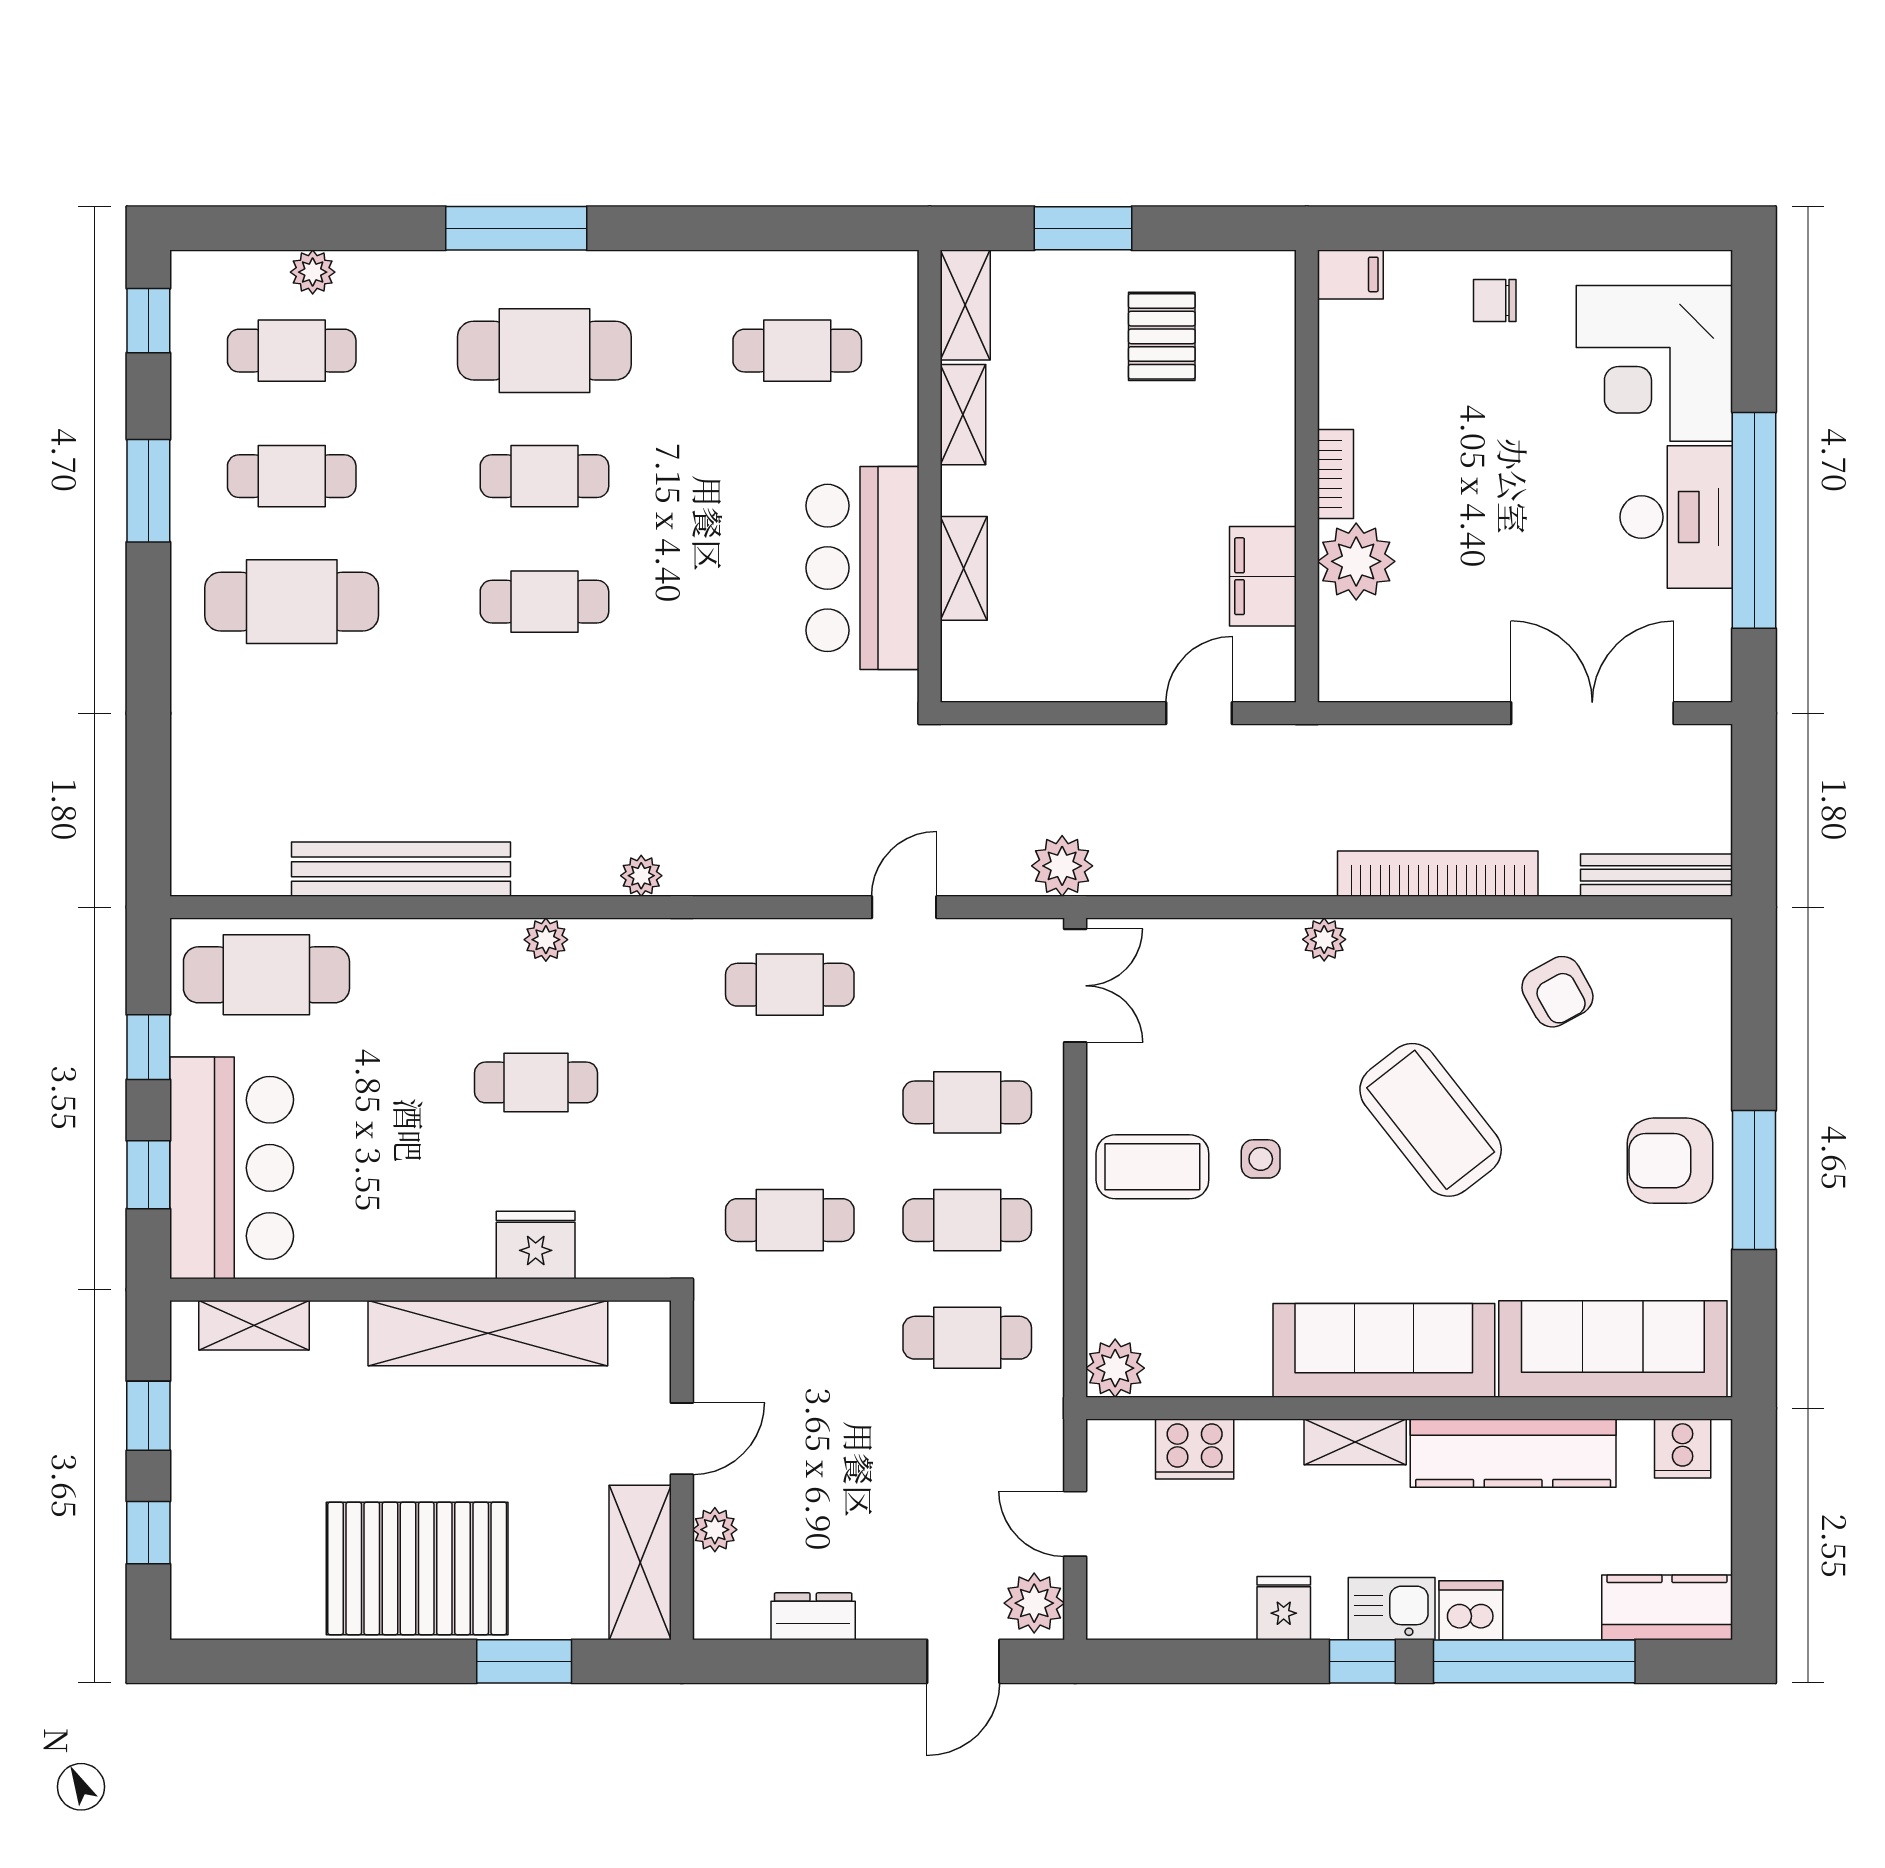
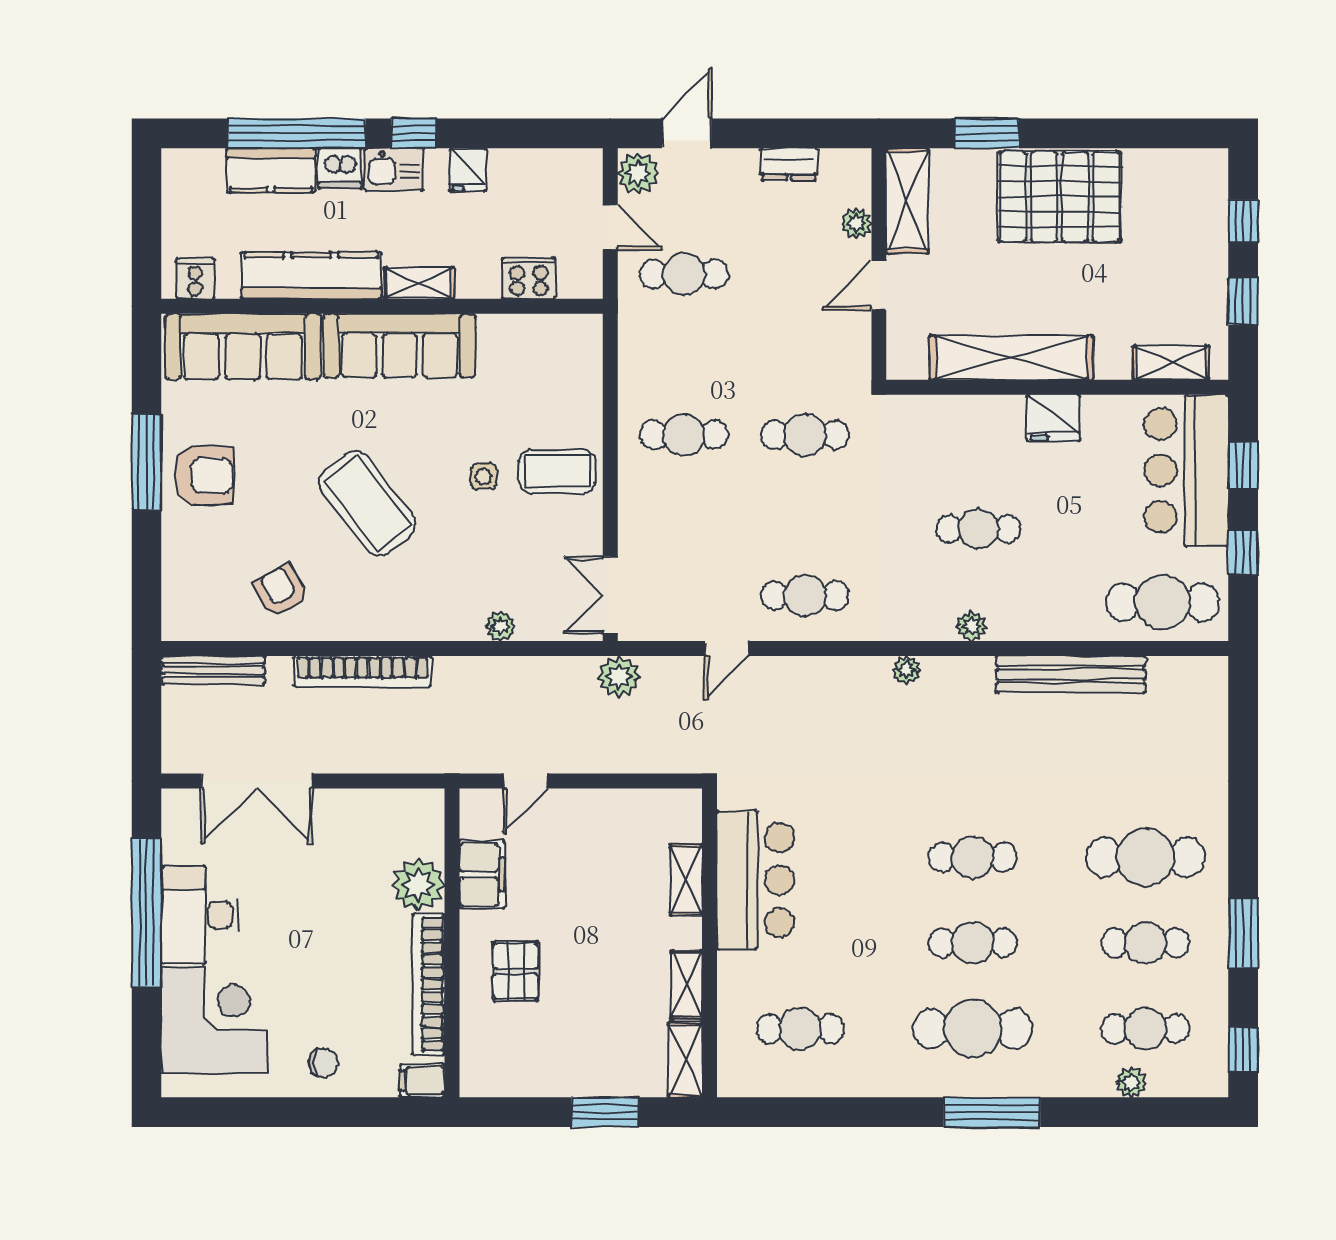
pallet: (1162, 336) -> (516, 971), moved
bookcase: (1335, 474) -> (429, 984), width x2.31, depth x1.31
plant: (1324, 939) -> (501, 626), moved
cafe table: (967, 1102) -> (684, 515), removed
fridge: (536, 1245) -> (1053, 418), moved
cafe table: (967, 1338) -> (684, 274), moved
plant: (1115, 1368) -> (583, 334), removed
kitchen counter: (1667, 1607) -> (271, 170), moved

